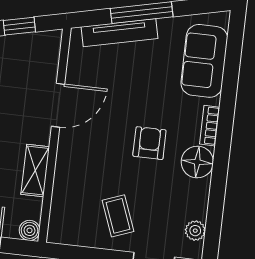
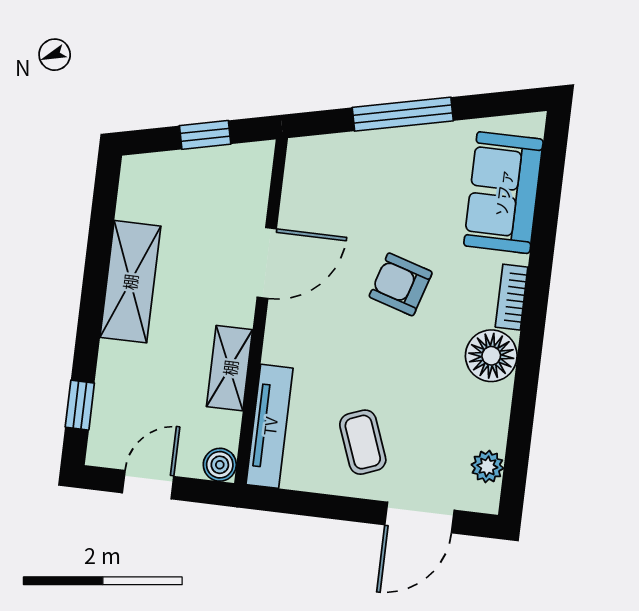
tv unit: (119, 33) -> (270, 426), moved, turned -77
armchair: (149, 143) -> (401, 284), moved, turned -73

